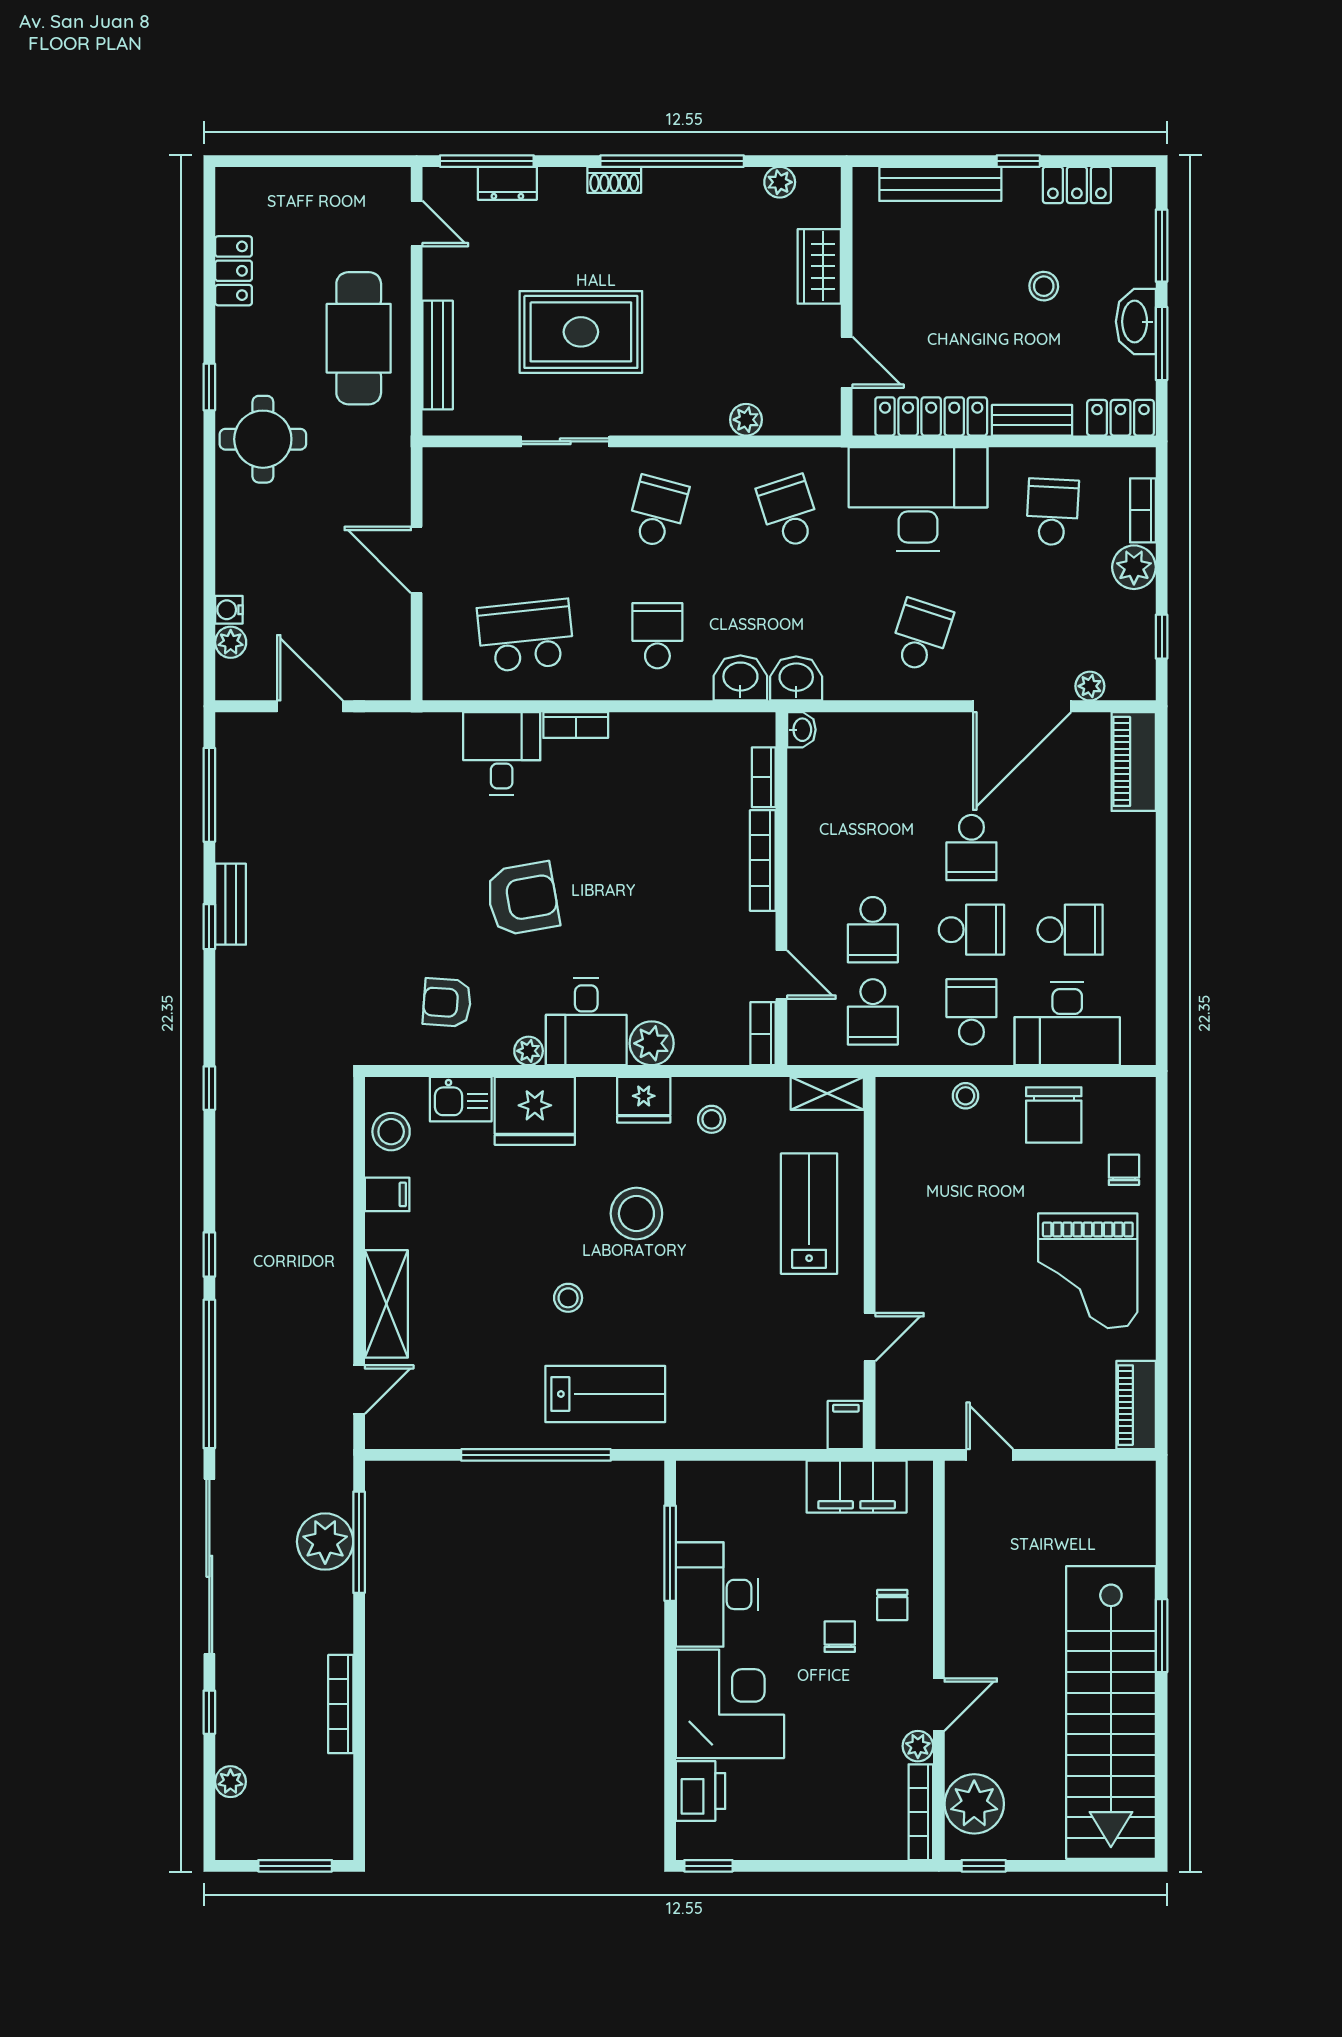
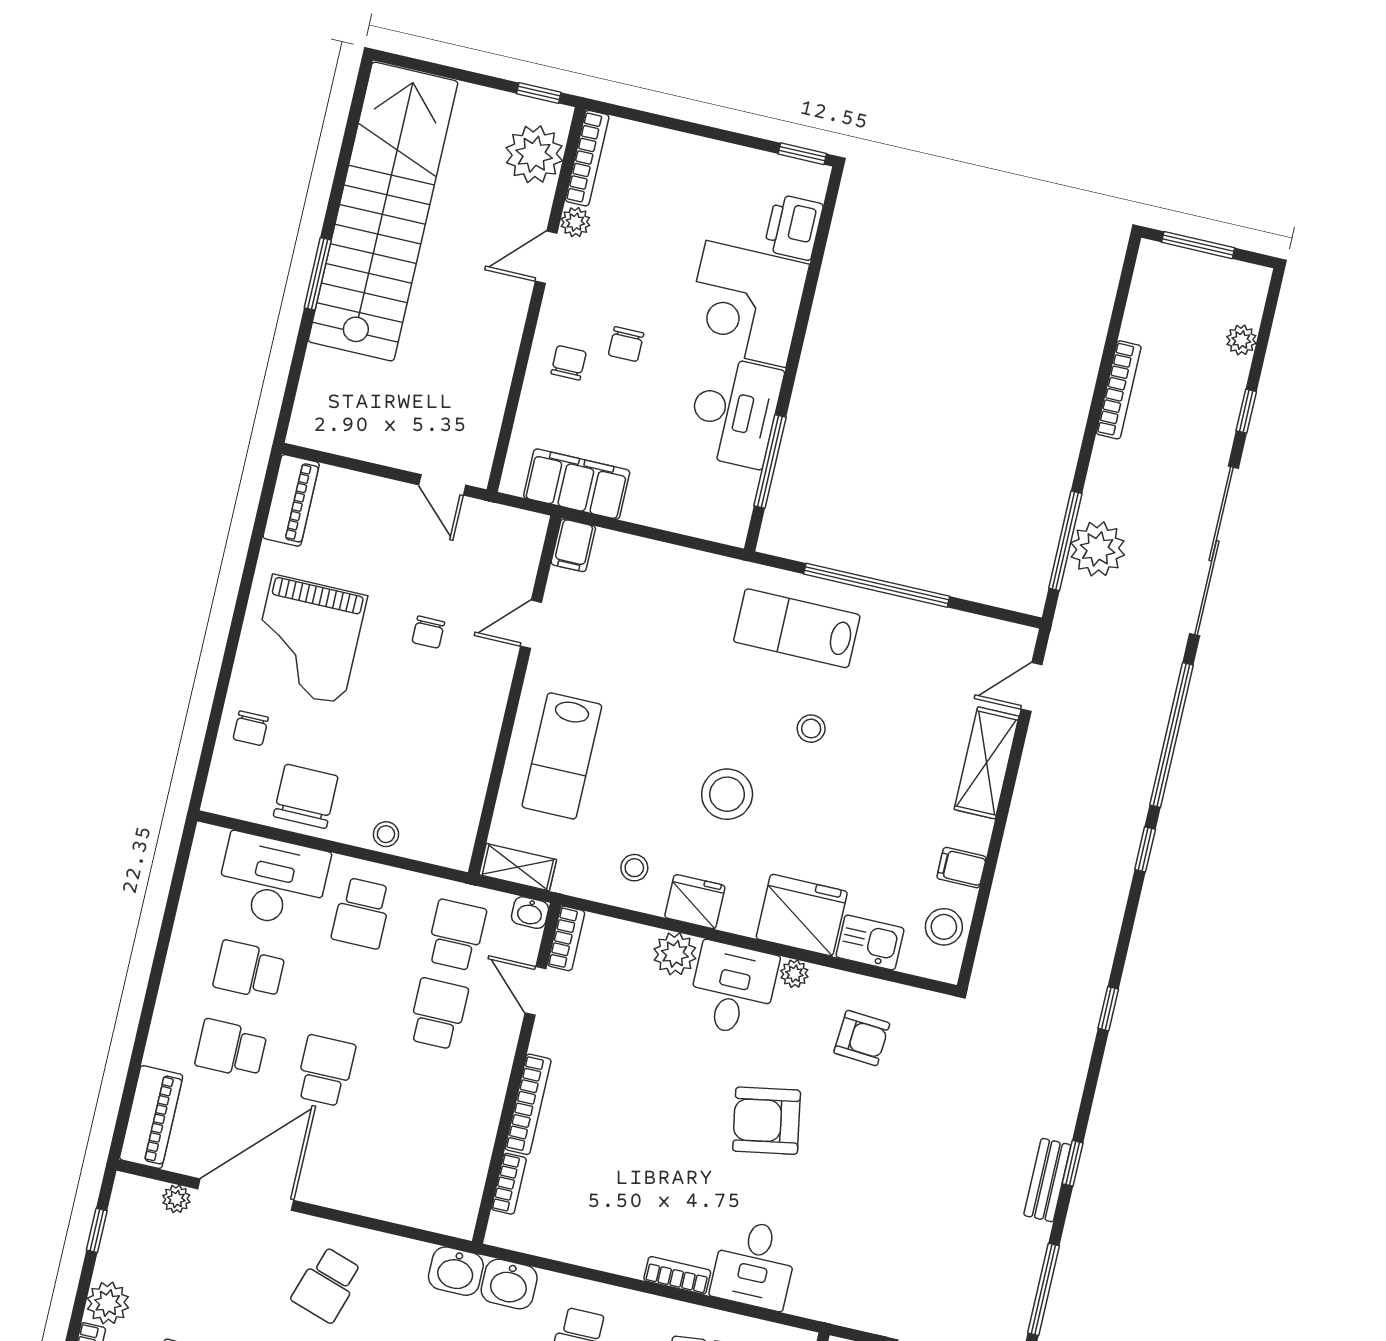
washbasin: (801, 730) -> (530, 913), moved, turned -90
school desk: (971, 930) -> (231, 1049), moved
grand piano: (1088, 1271) -> (308, 640), turned 180
chair: (970, 1306) -> (428, 632), added

